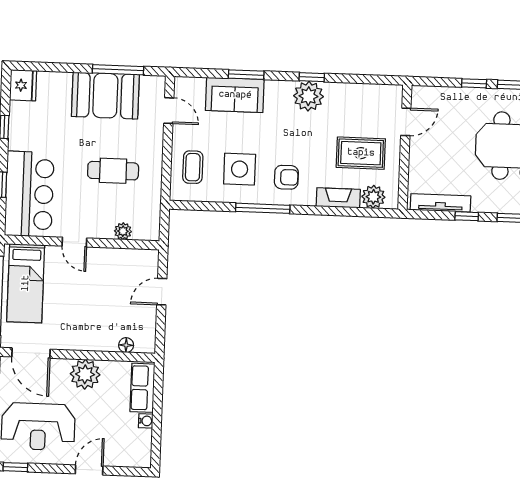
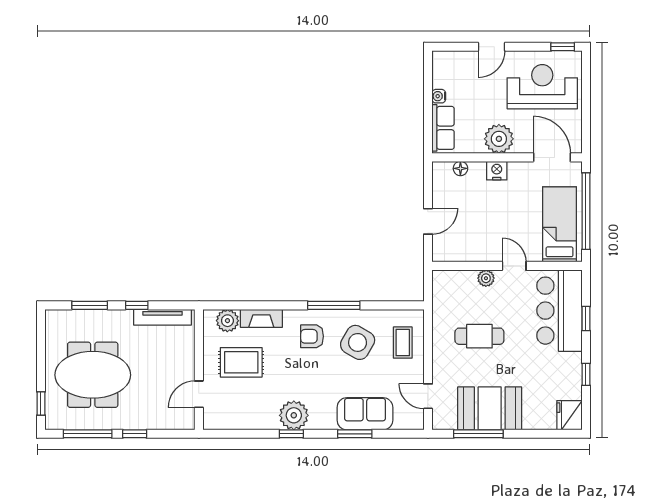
side table: (240, 169) -> (358, 342), turned 30
plant: (123, 231) -> (486, 278), moved
nightstand: (89, 341) -> (497, 171), added

